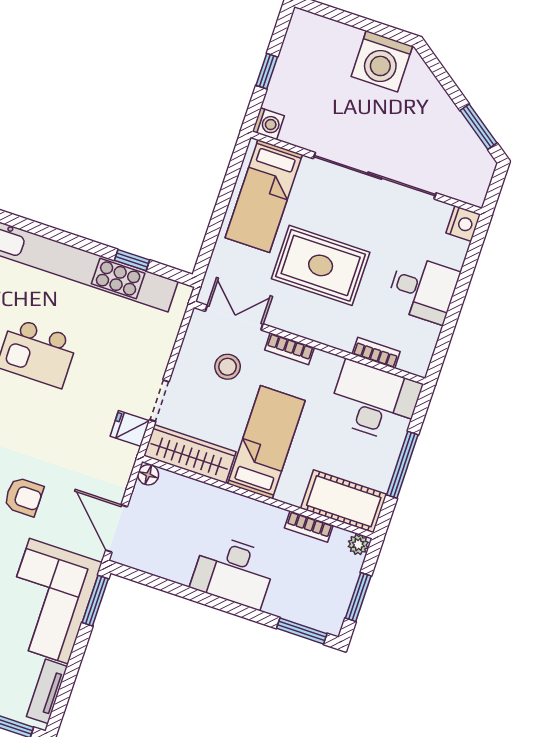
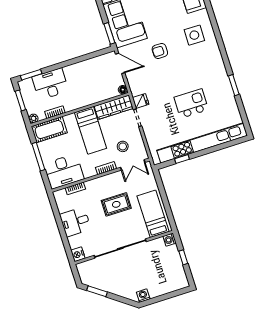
washing machine: (382, 61) -> (143, 296), width x0.53, depth x0.53
rug: (321, 265) -> (116, 204), width x0.73, depth x0.70
desk: (234, 572) -> (50, 84), moved

